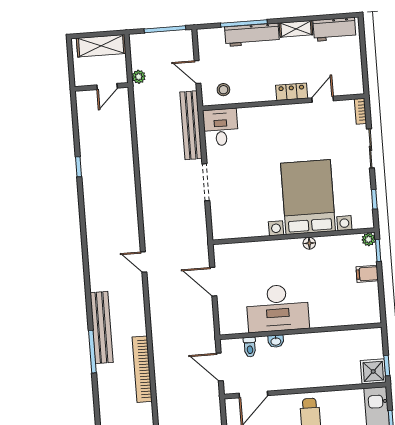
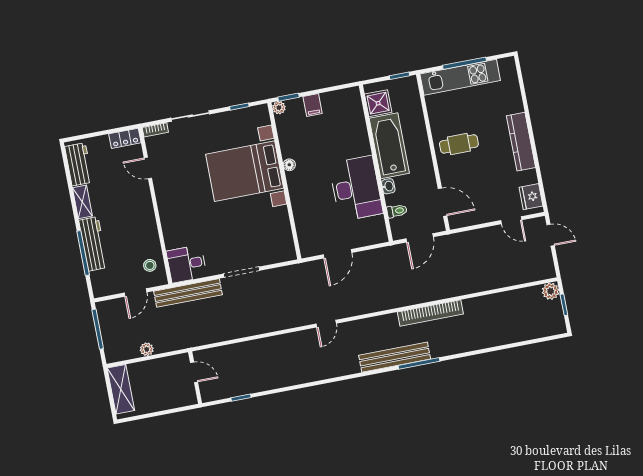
door: (107, 86) -> (194, 372), moved
wall: (101, 87) -> (195, 378), moved
locker: (292, 92) -> (125, 138), moved, turned -90
bathtub: (317, 347) -> (389, 146), added
shower: (373, 371) -> (378, 103), moved

